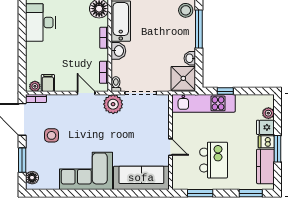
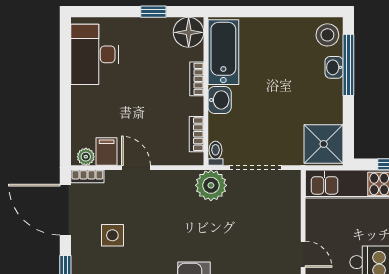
washbasin: (190, 58) -> (334, 67), moved
door: (86, 93) -> (136, 168), moved

